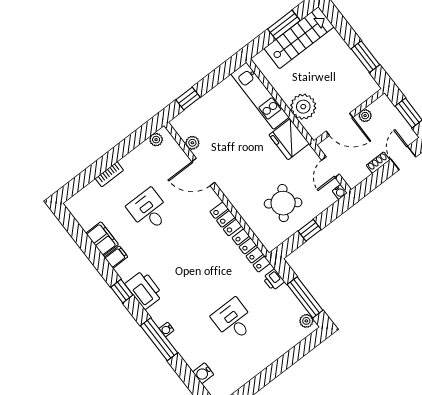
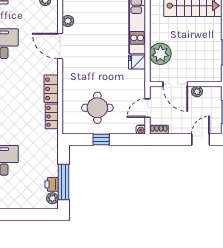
fridge: (289, 139) -> (137, 62), width x0.53, depth x0.75
shoe rack: (378, 163) -> (159, 130), moved
round table: (283, 203) -> (97, 108), turned -35
locker: (251, 251) -> (52, 116), width x0.66
printer: (274, 280) -> (52, 184), moved

